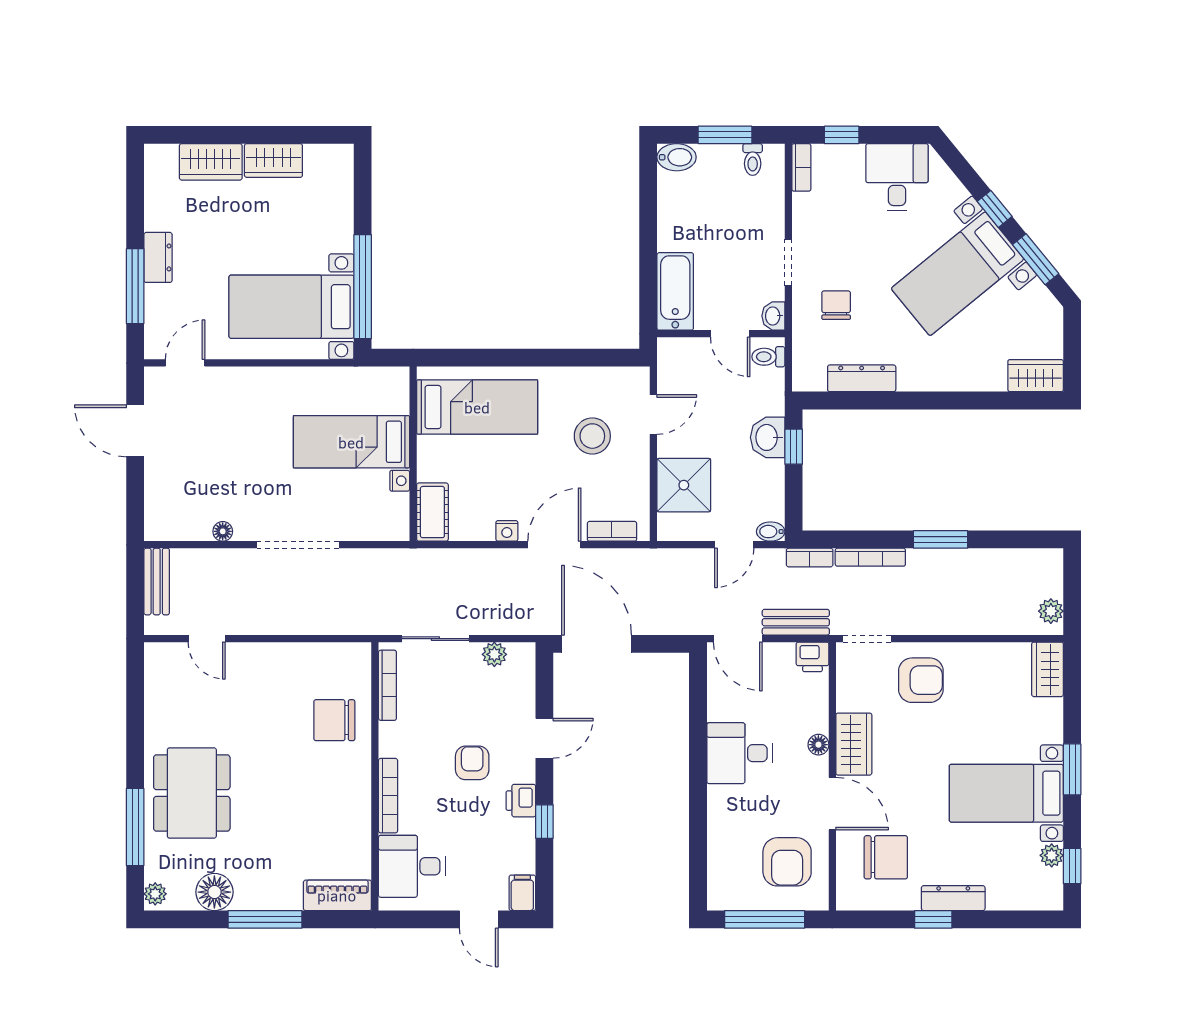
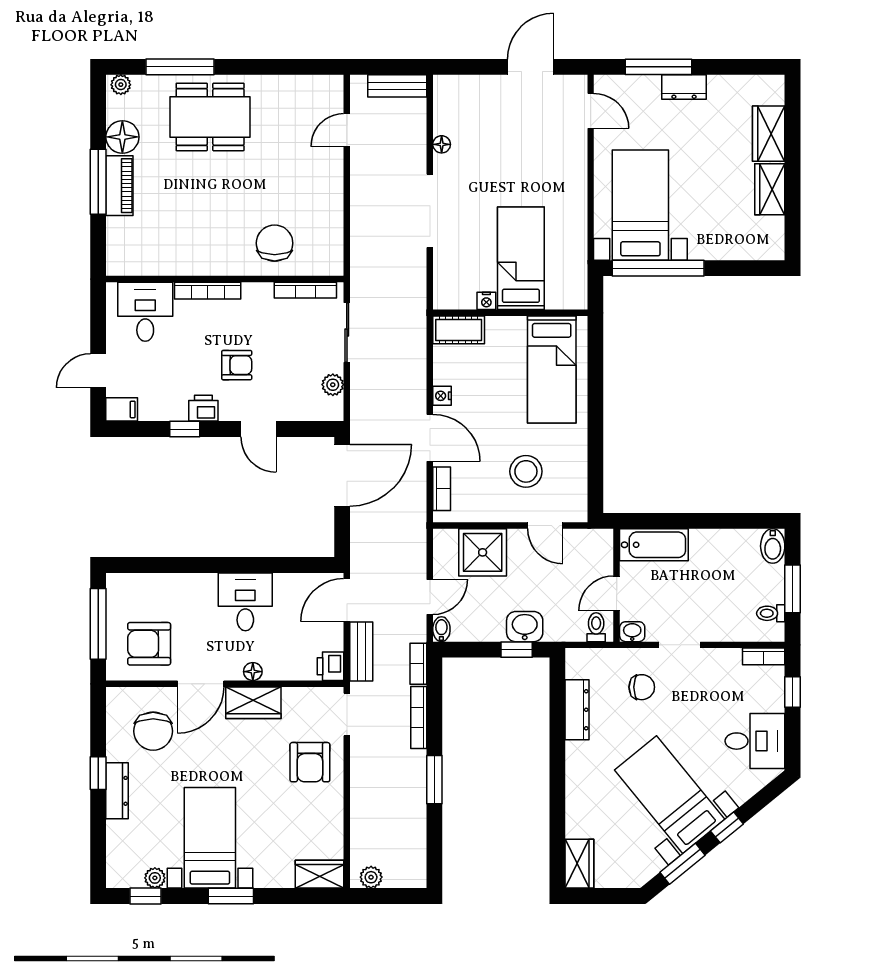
door: (734, 545) -> (430, 597), swing flipped
piano: (337, 895) -> (119, 186), moved

